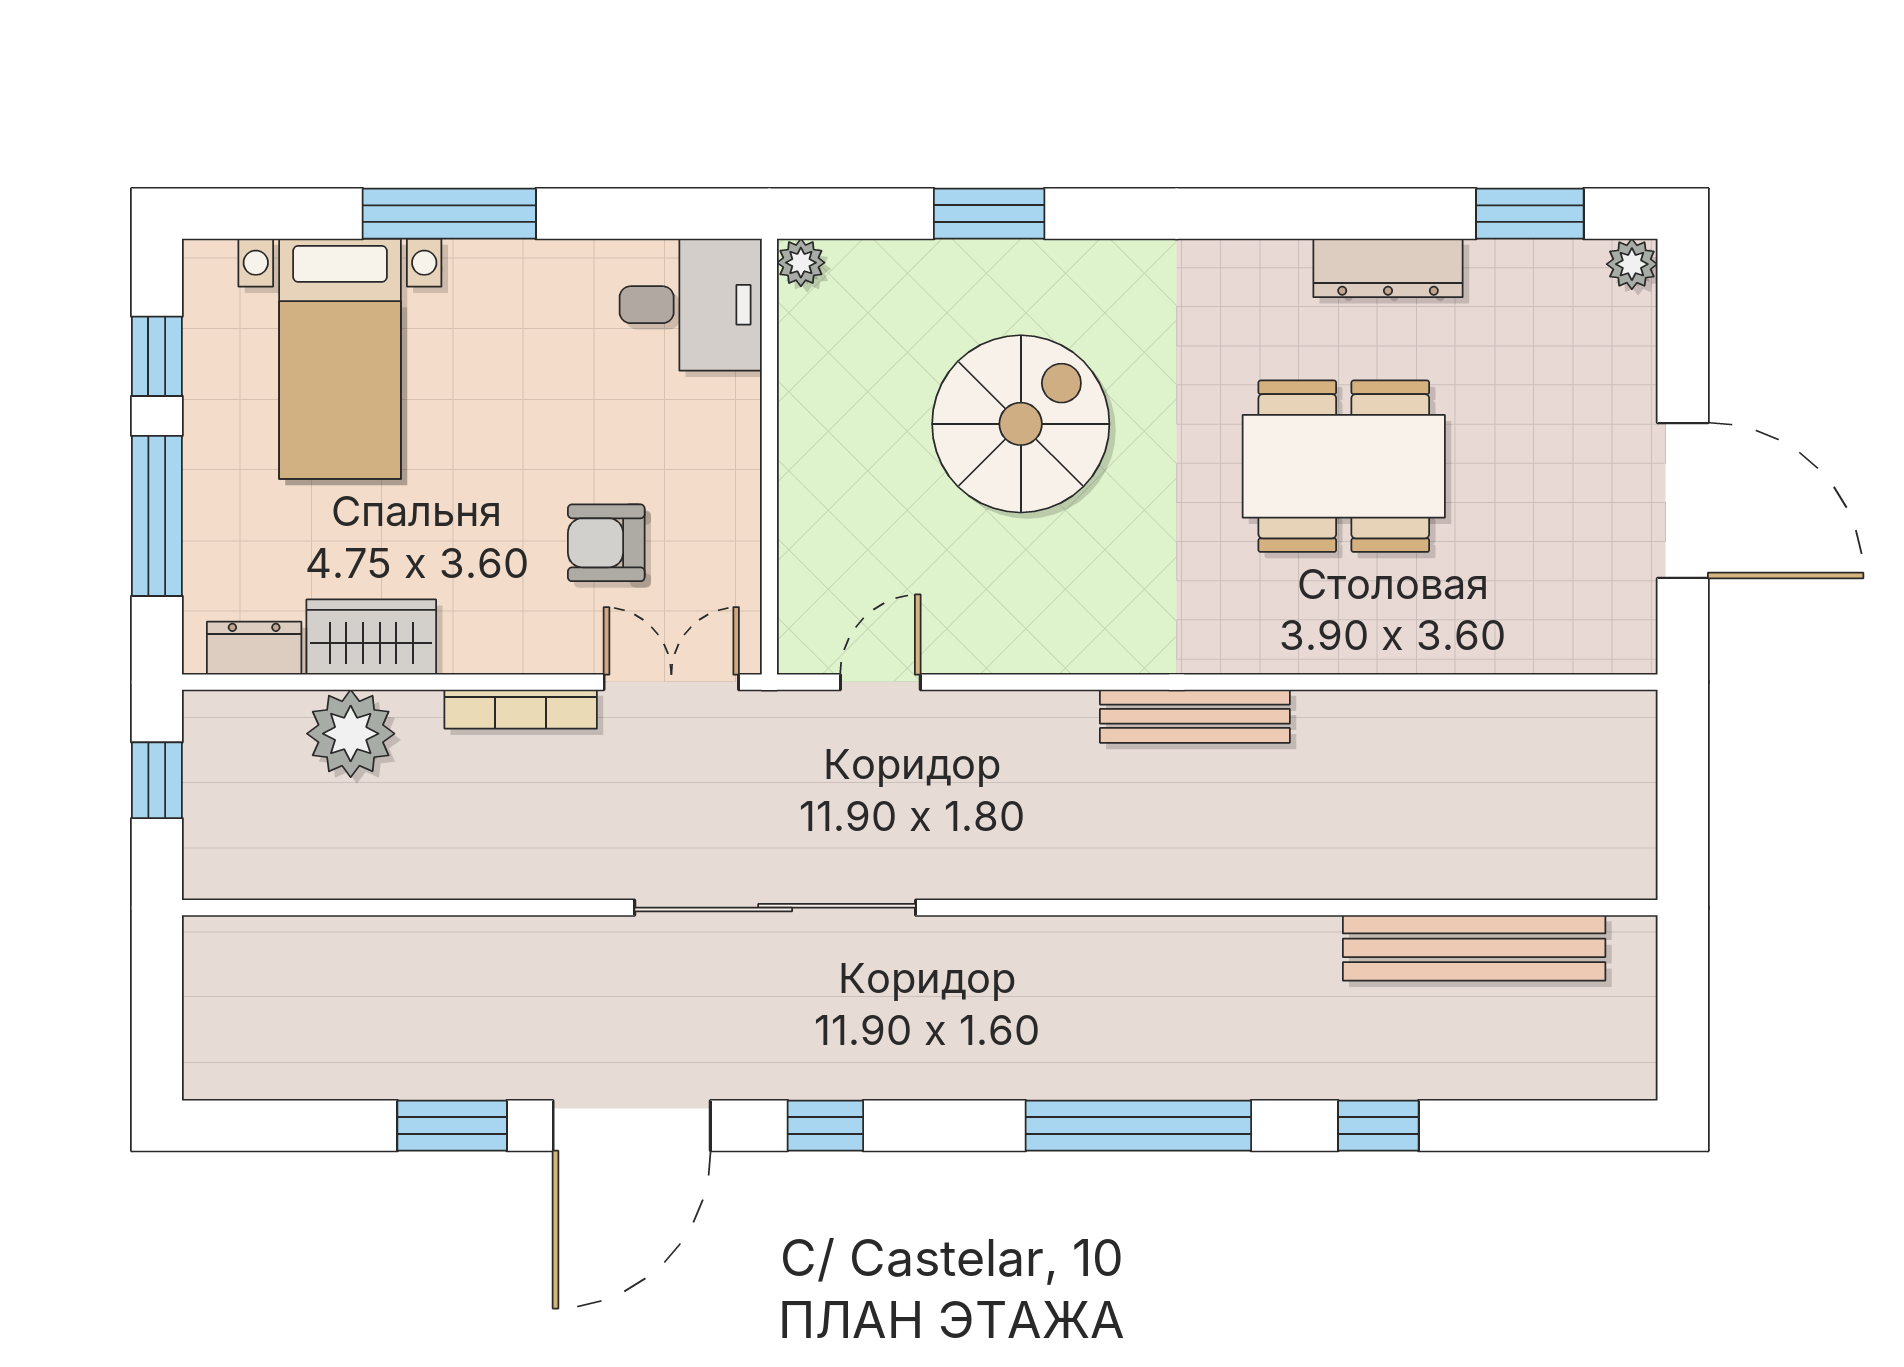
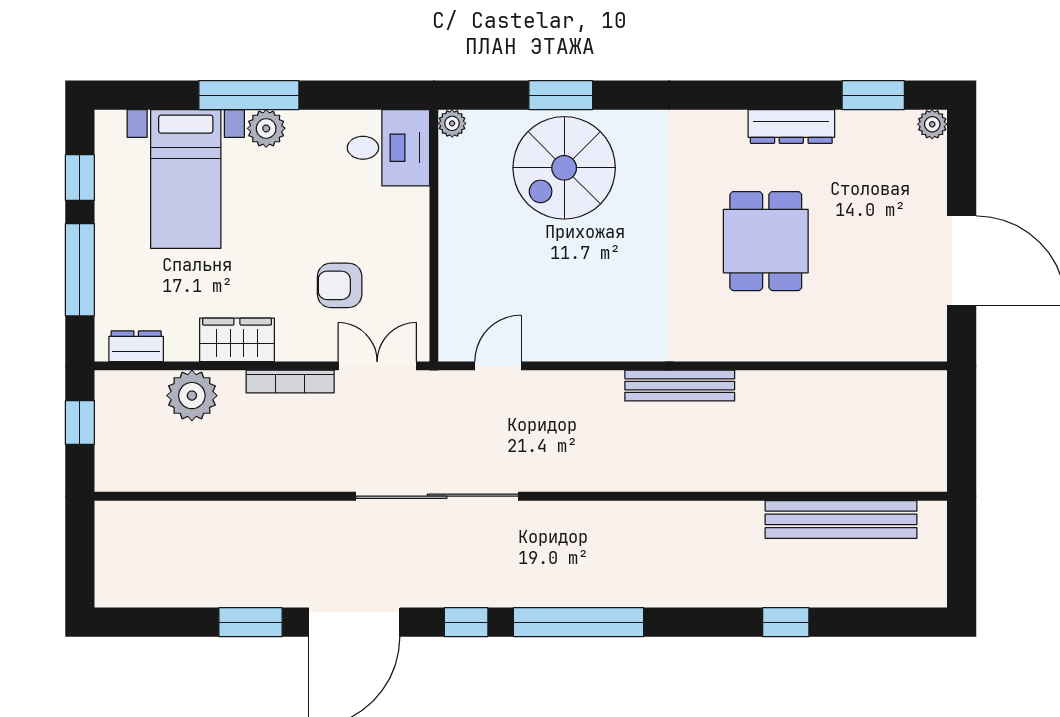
plant: (479, 271) -> (266, 128), added
spiral stairs: (1021, 424) -> (564, 168), moved, turned 180
dining table: (1344, 466) -> (766, 241), width x0.73
wardrobe: (371, 637) -> (237, 340), moved
window: (1138, 1126) -> (579, 622), moved

